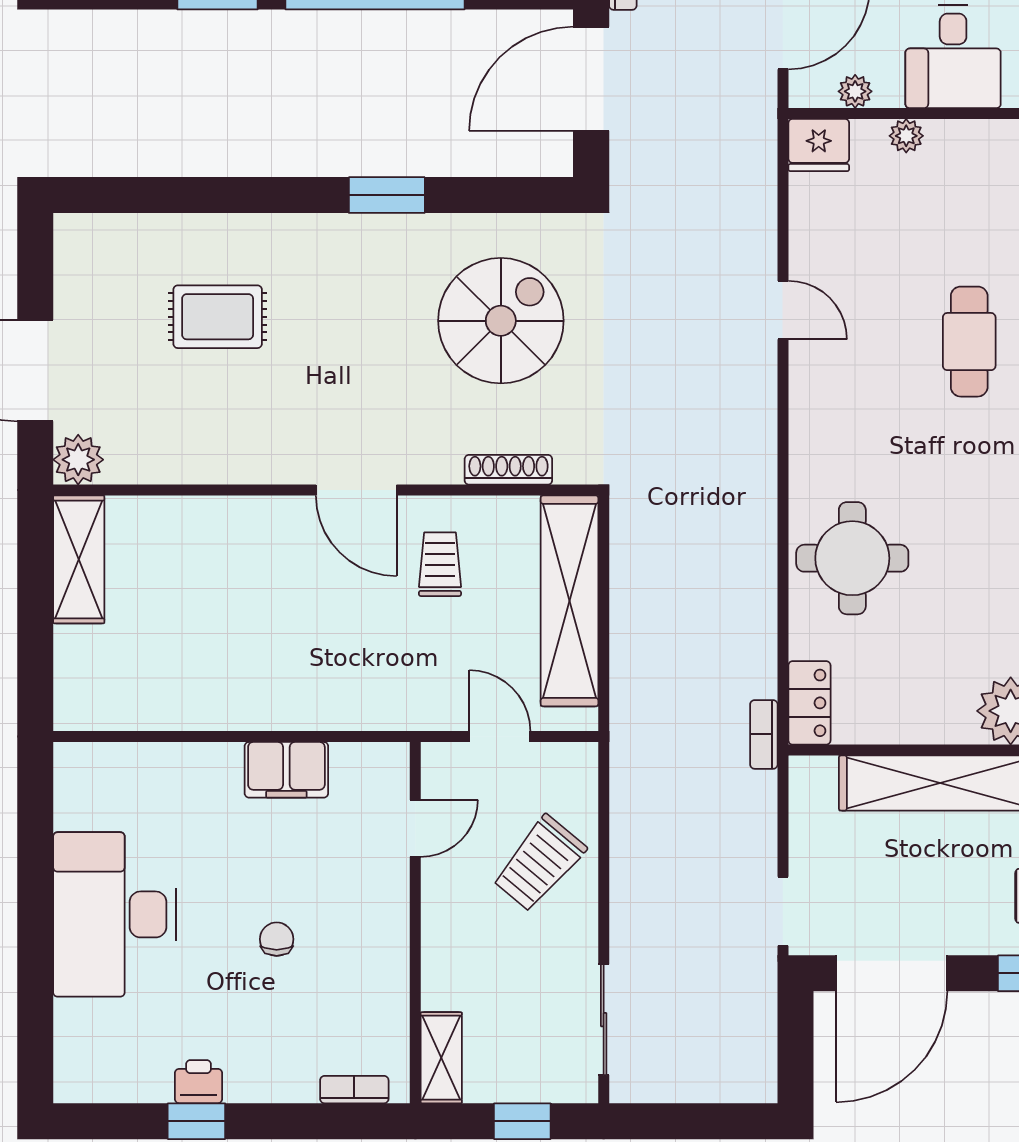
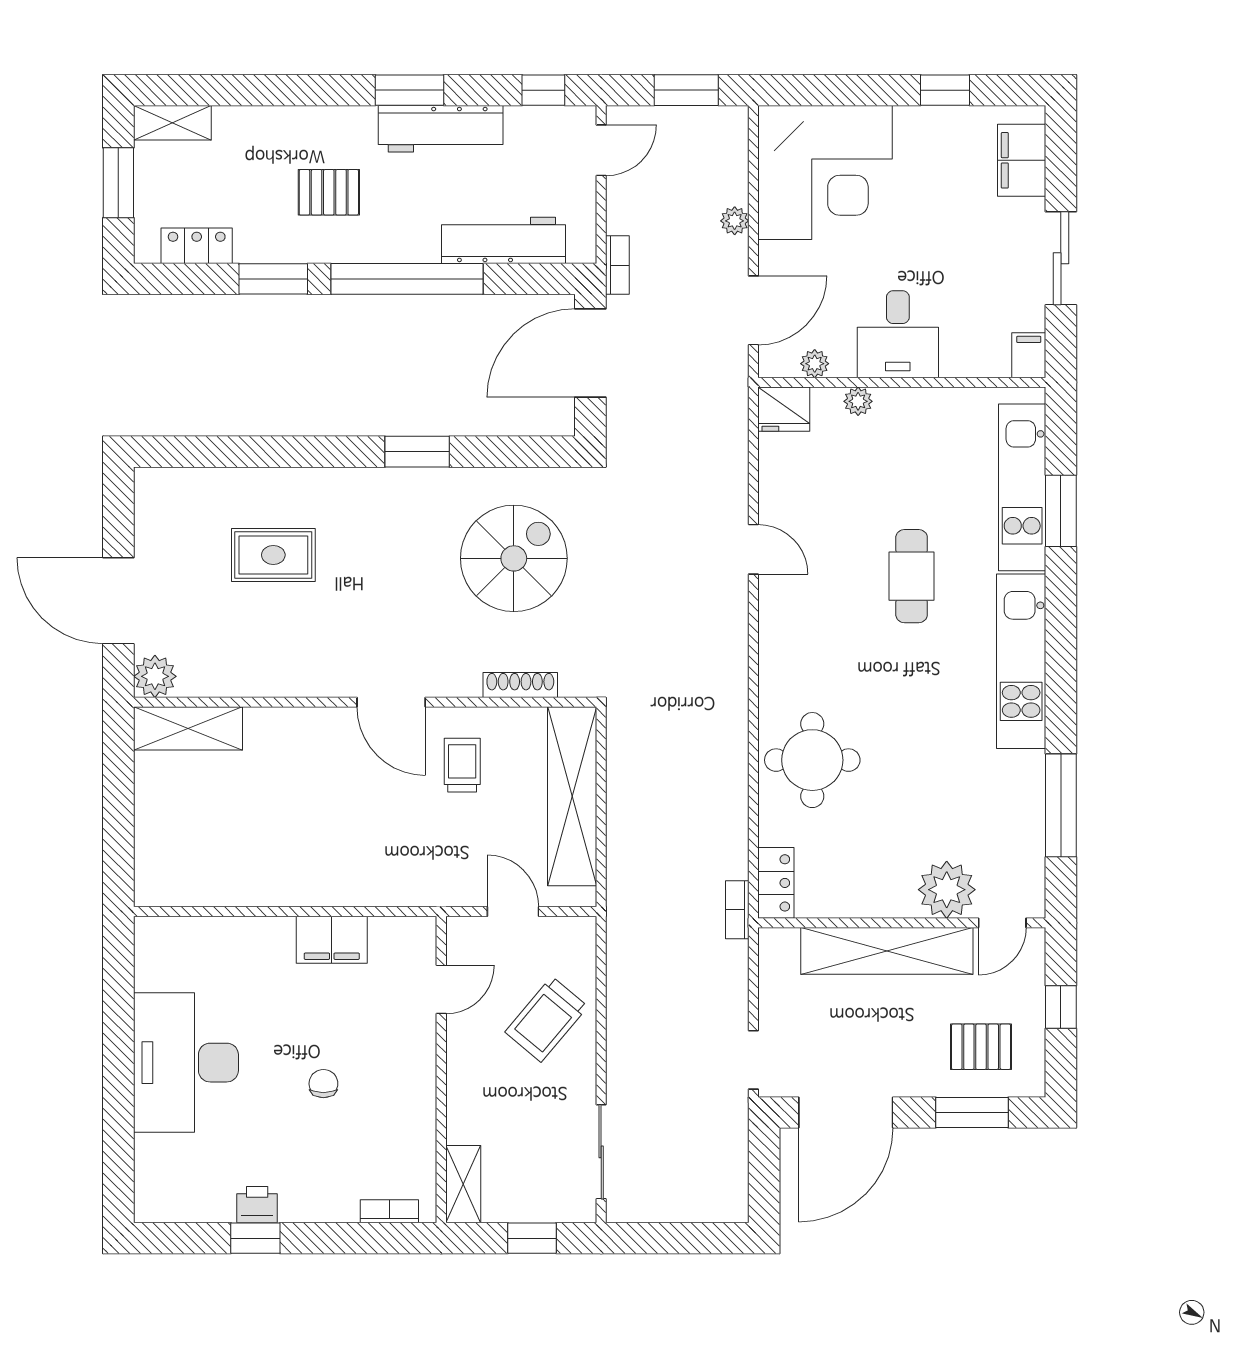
shelving: (79, 559) -> (188, 728), moved, turned 90

